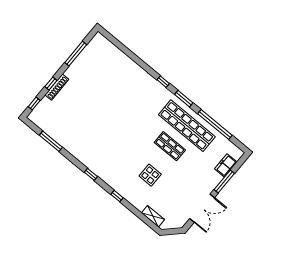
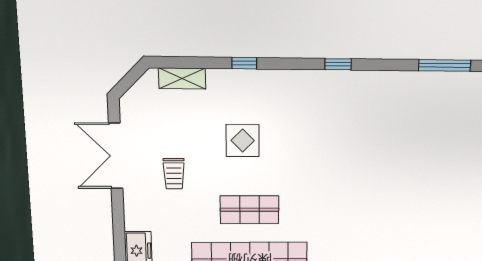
window: (224, 182) -> (119, 225), removed
trolley: (186, 184) -> (174, 174), added
window: (117, 196) -> (244, 63), moved

